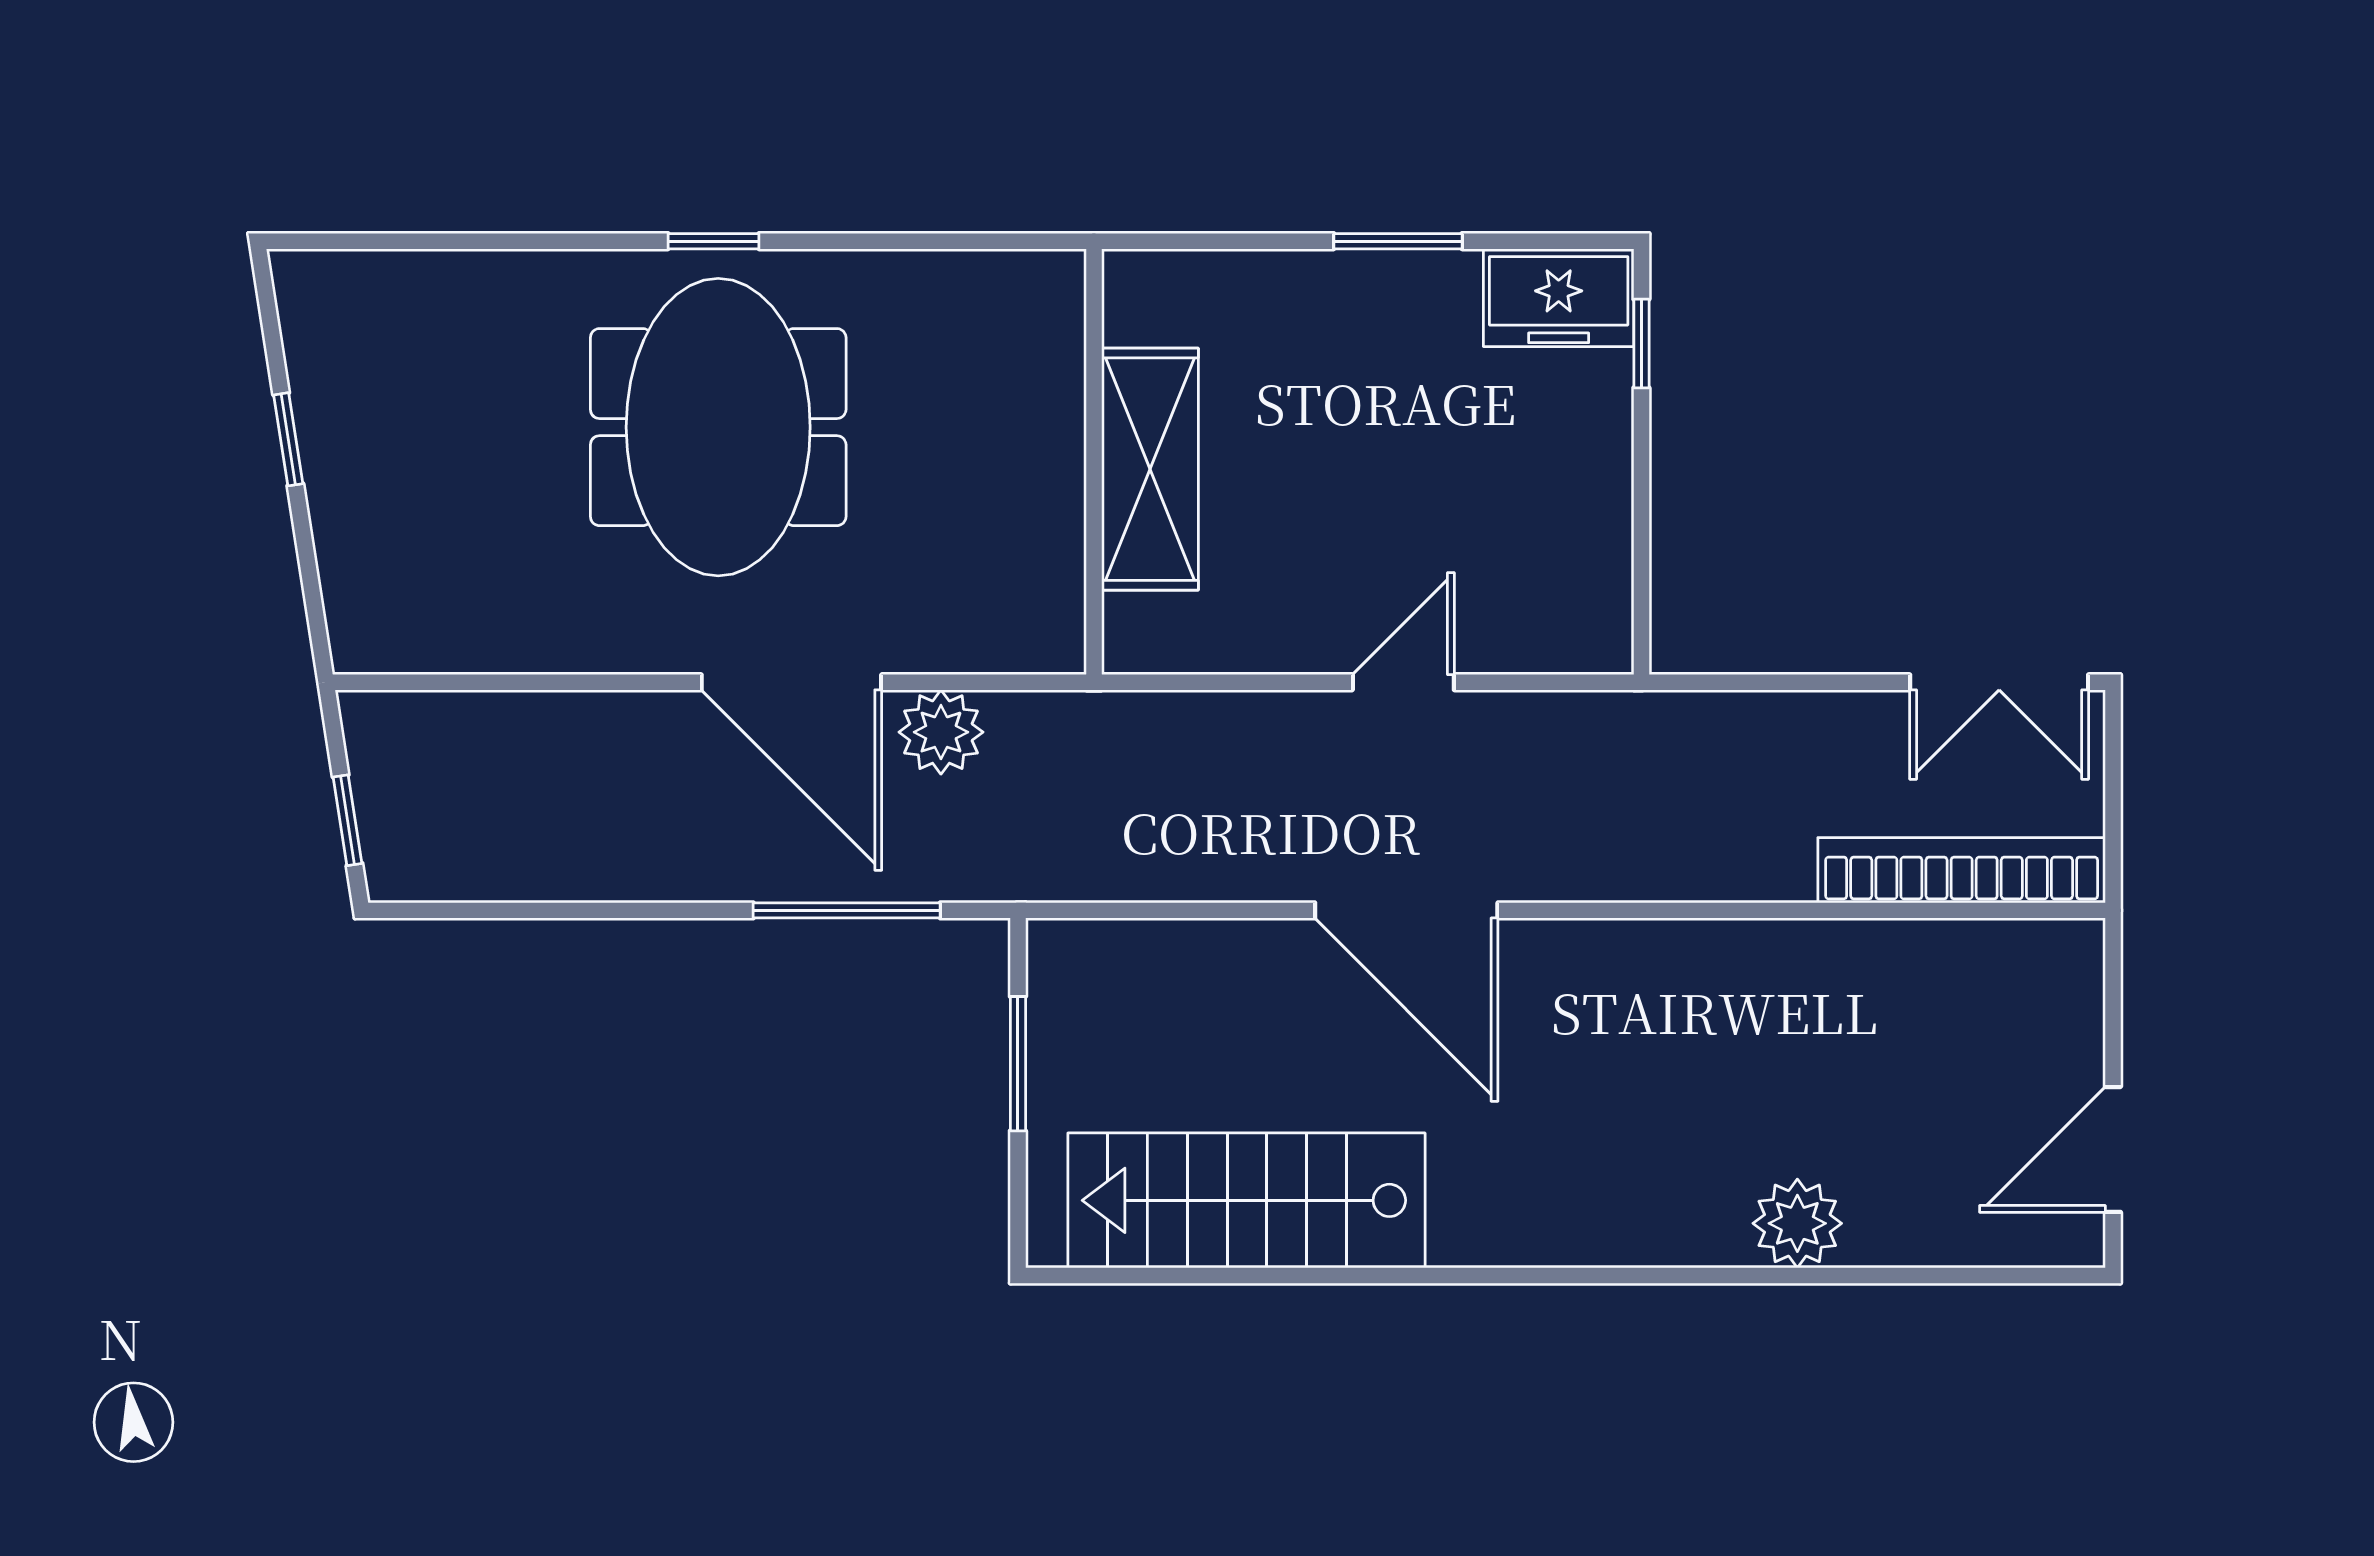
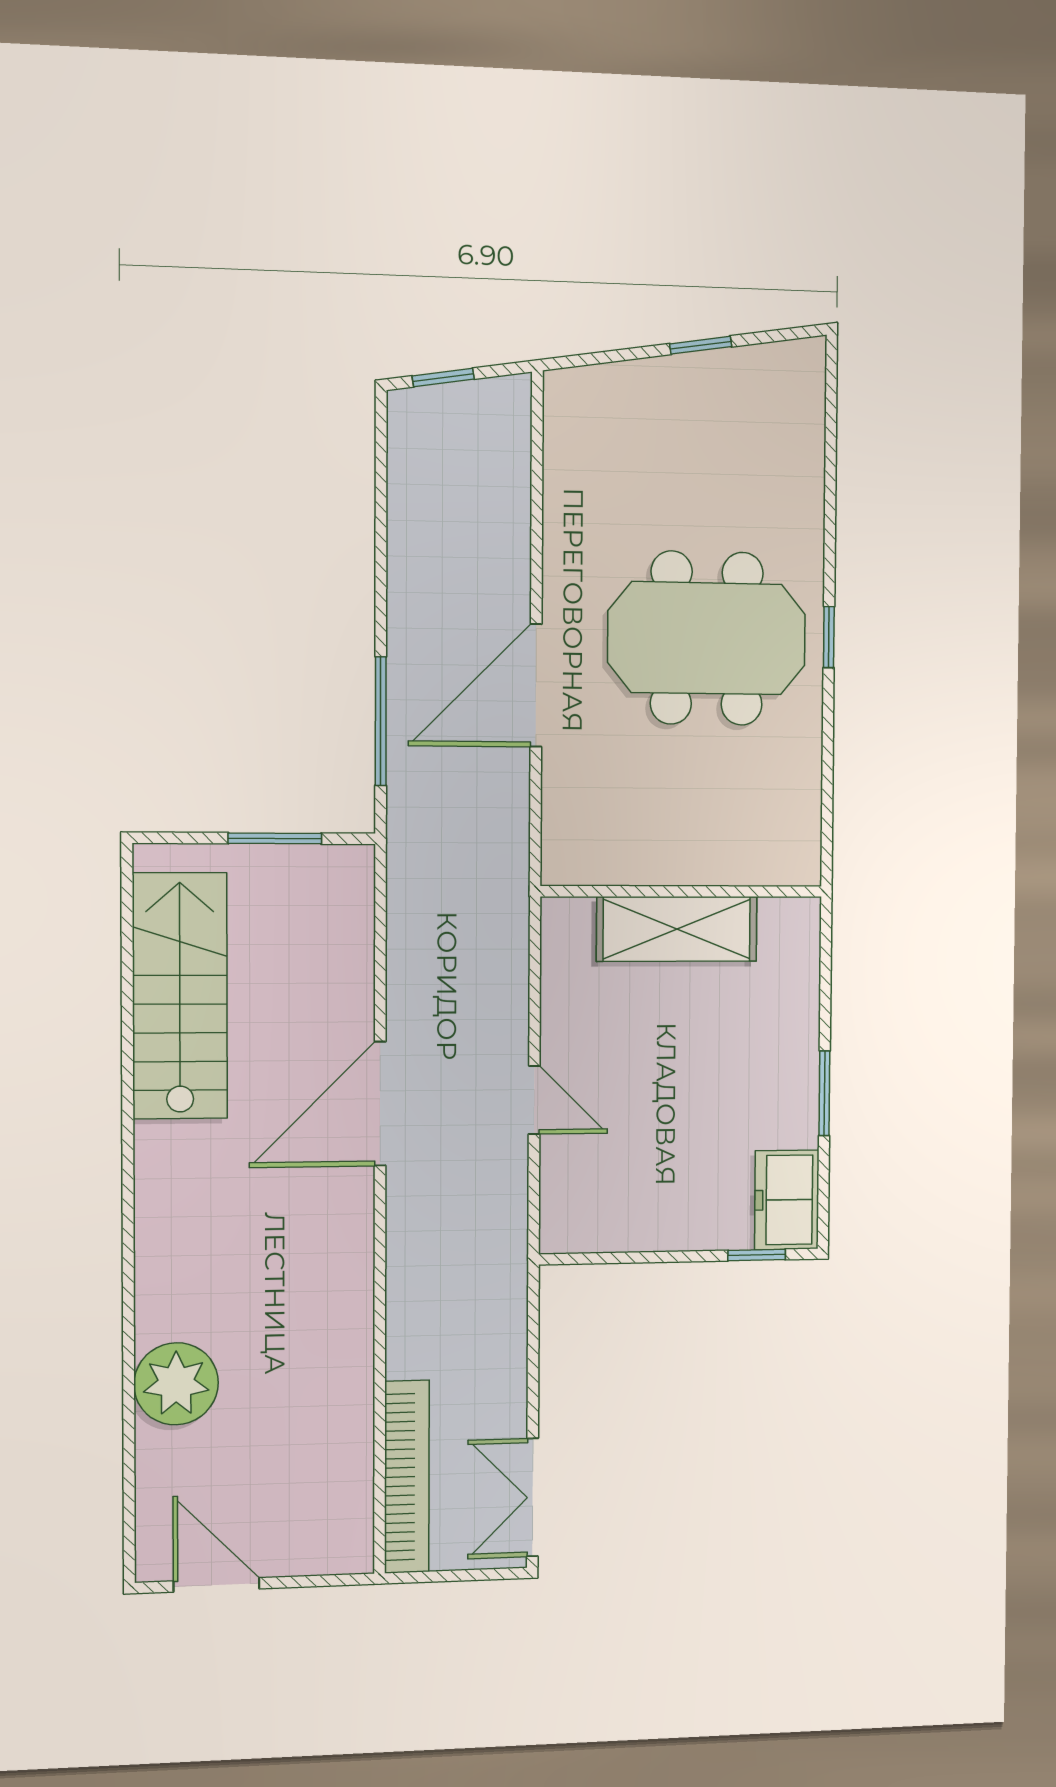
plant: (941, 732) -> (502, 787), removed
plant: (1797, 1223) -> (176, 1384), width x1.36, depth x1.36

